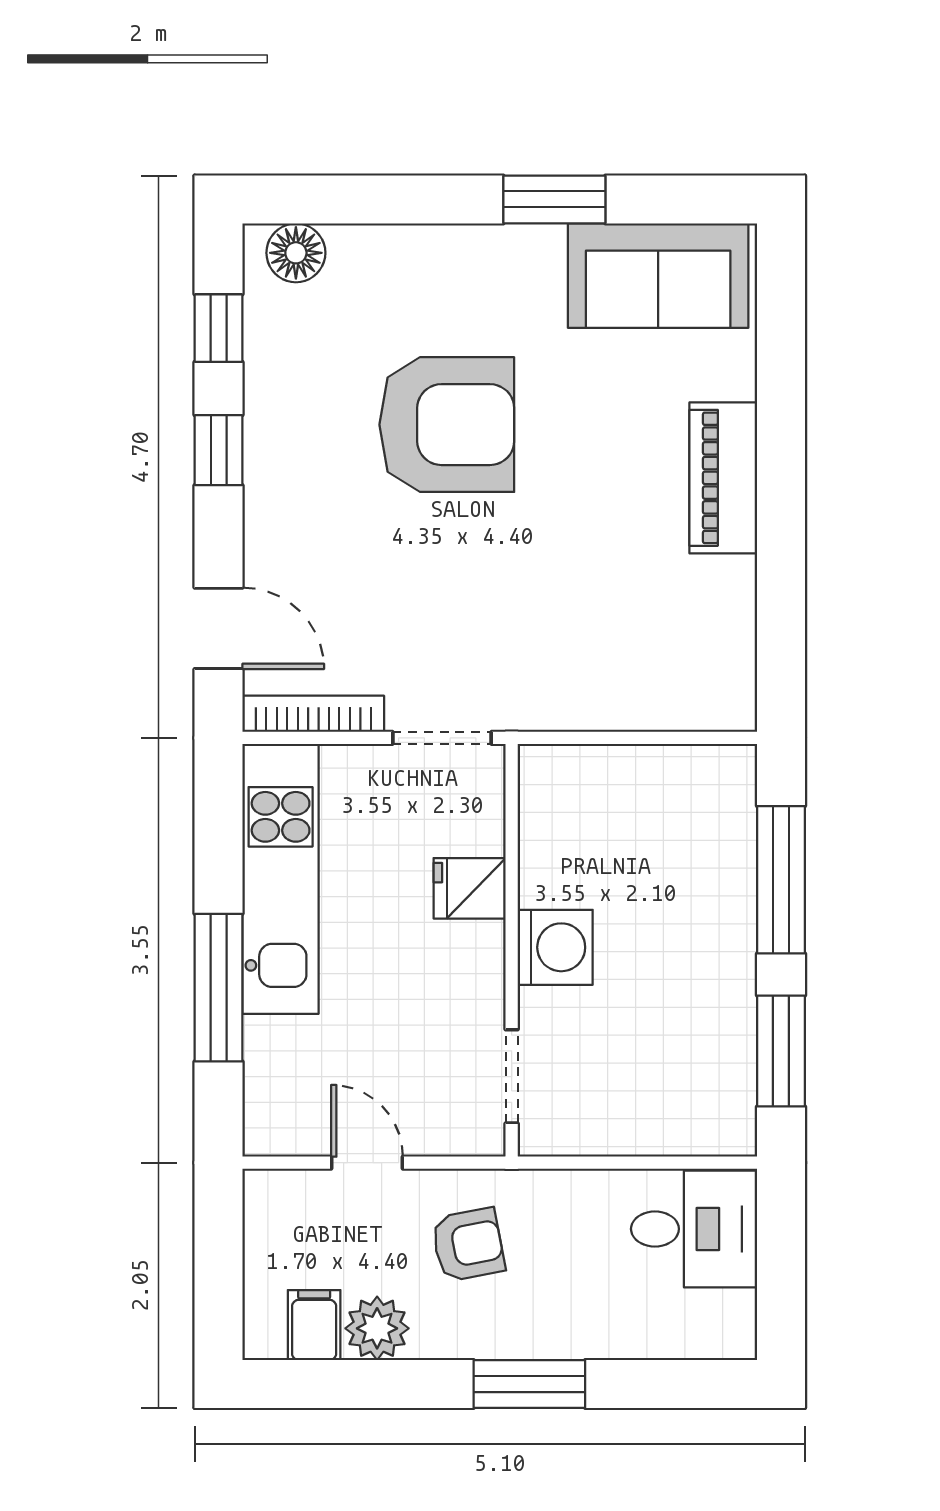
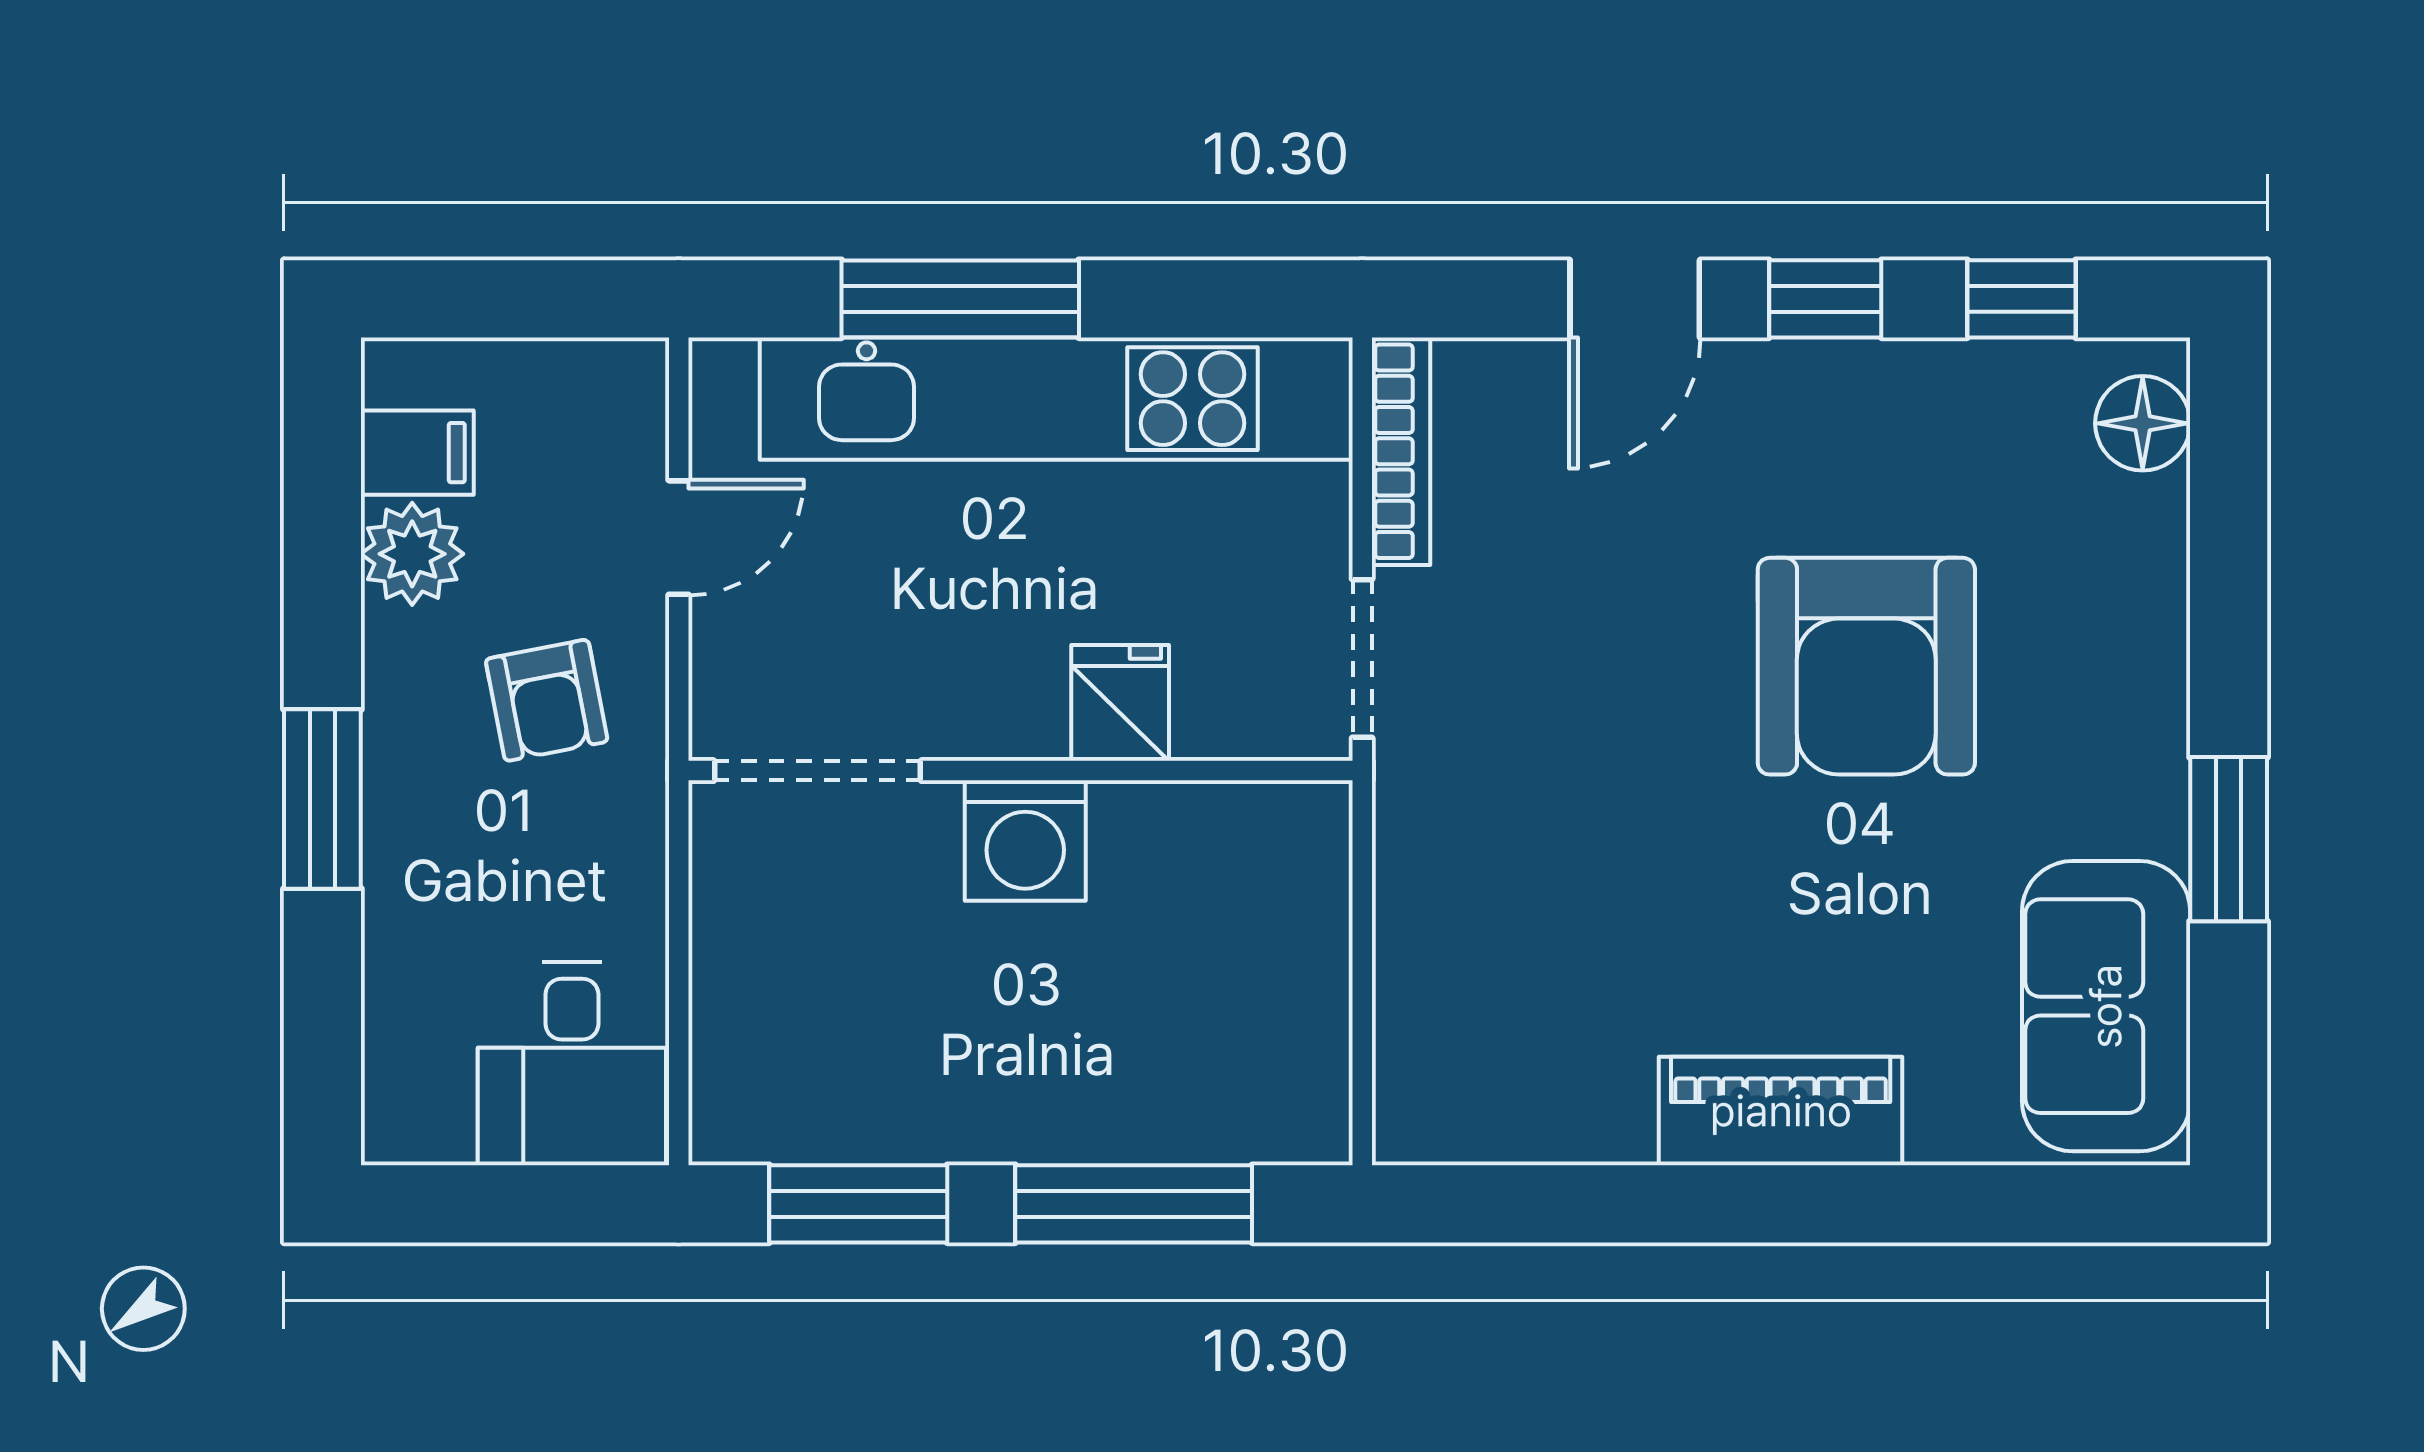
door: (219, 628) -> (1635, 299), moved
kitchen unit: (281, 879) -> (1056, 399), width x1.36
doorway: (512, 1076) -> (818, 771), width x1.38

